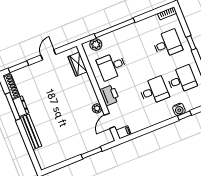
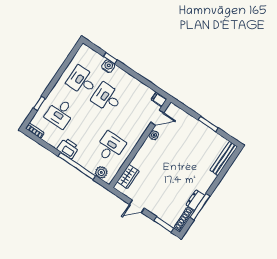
window: (191, 43) -> (39, 103), moved
desk: (167, 44) -> (60, 113), turned -90
desk: (112, 66) -> (110, 147), turned -90
printer: (110, 95) -> (68, 148), moved, turned 90
bench: (31, 132) -> (224, 158), moved
window: (92, 153) -> (208, 124), moved

